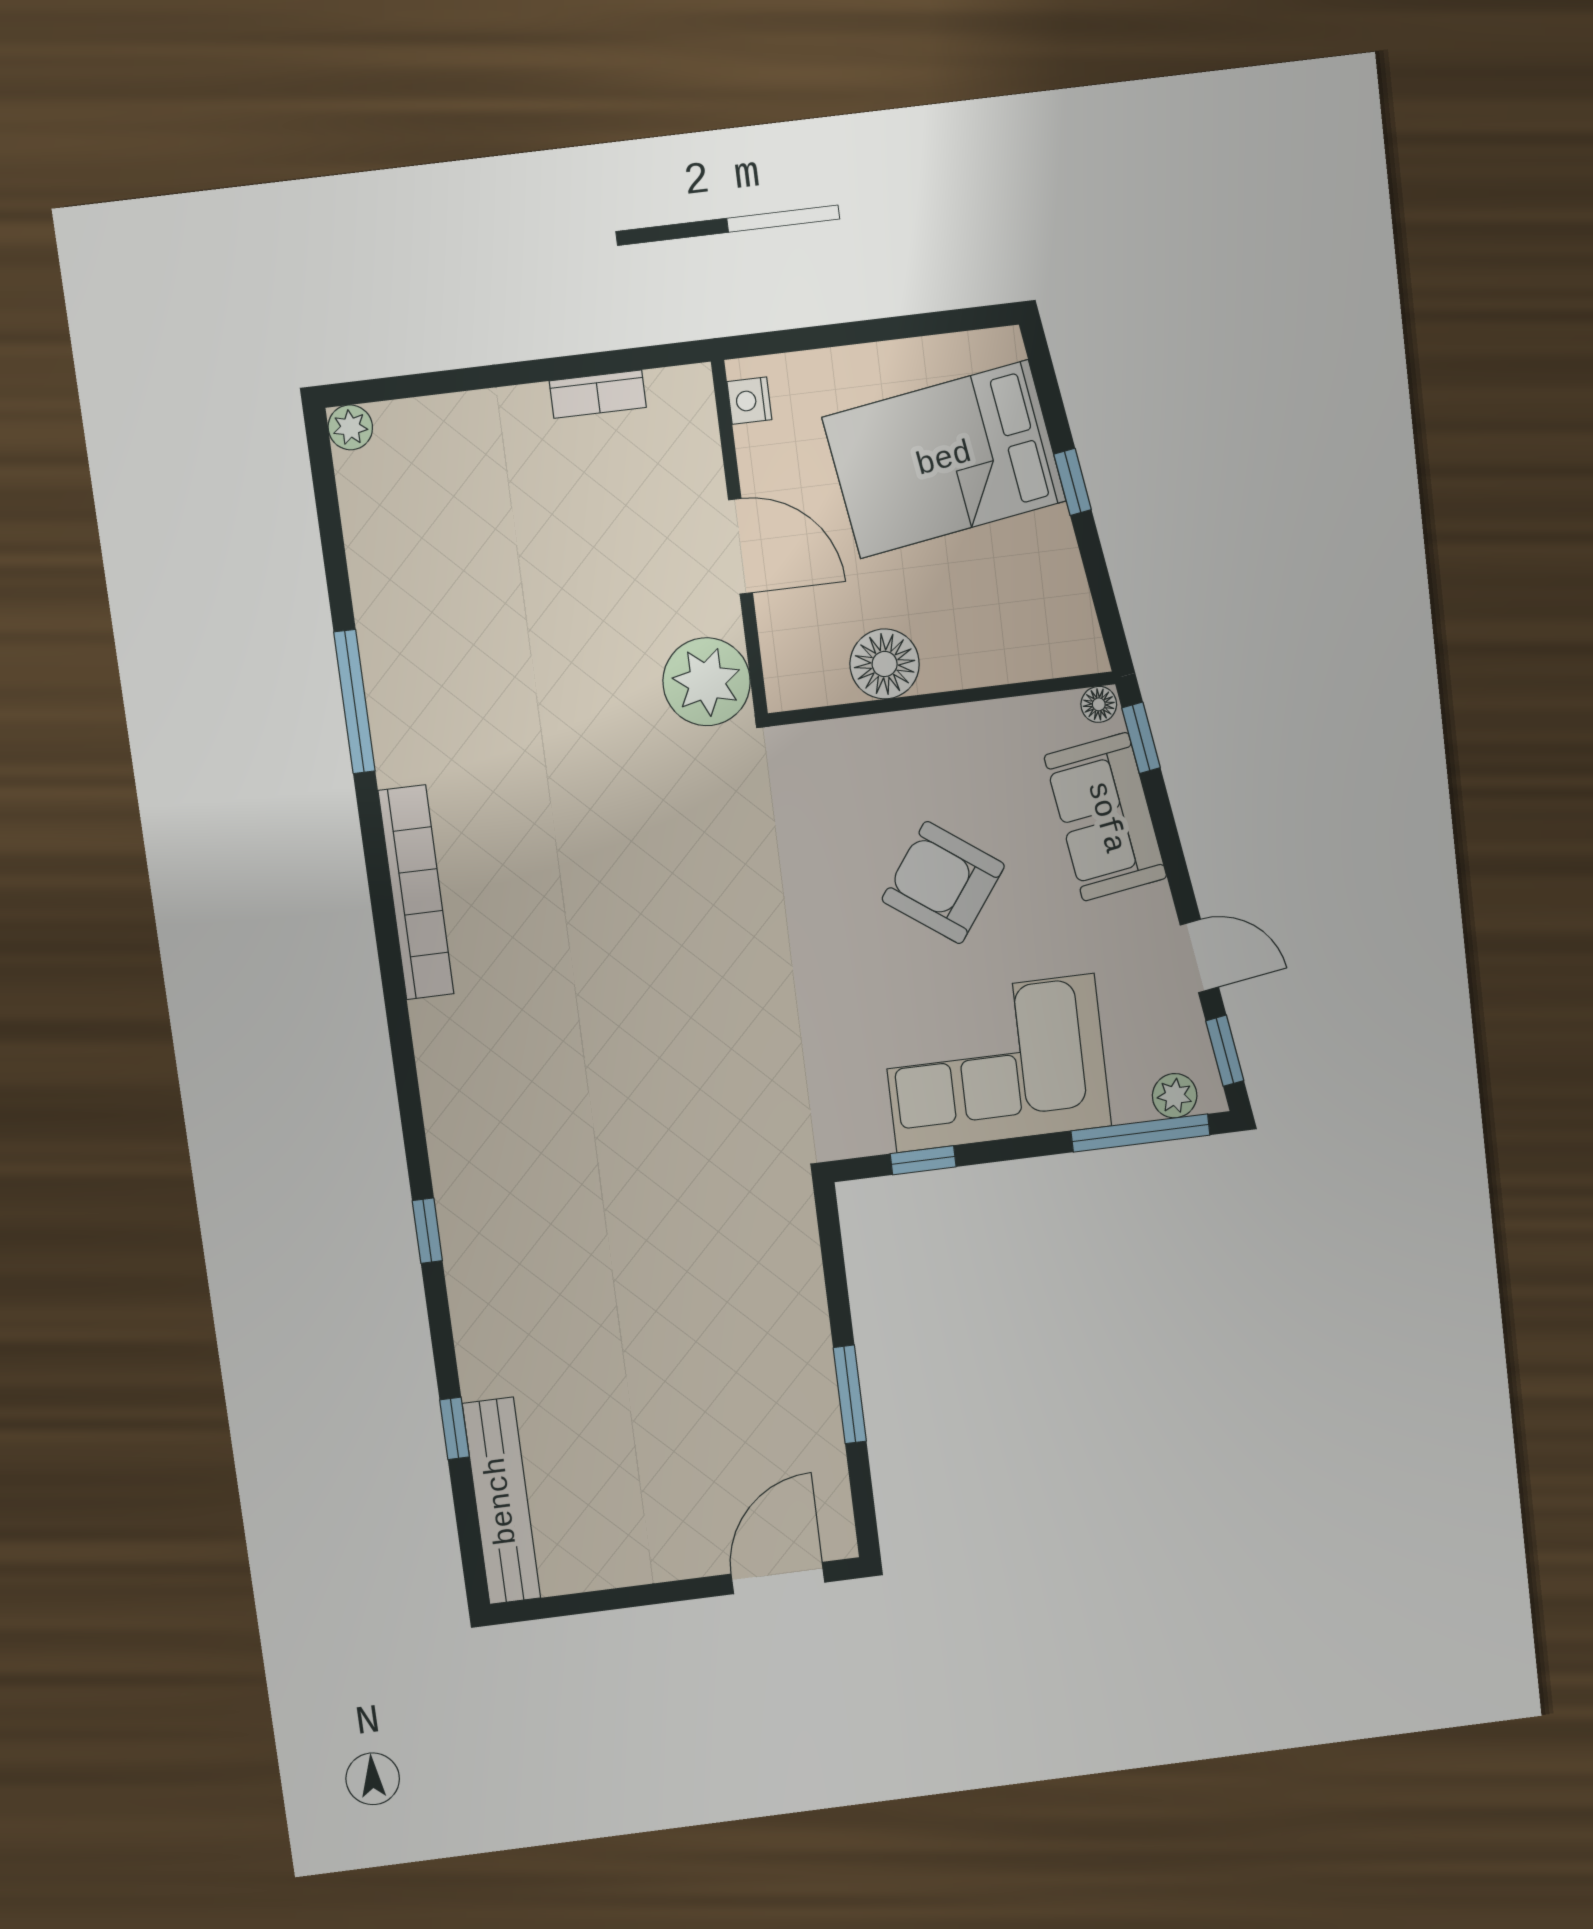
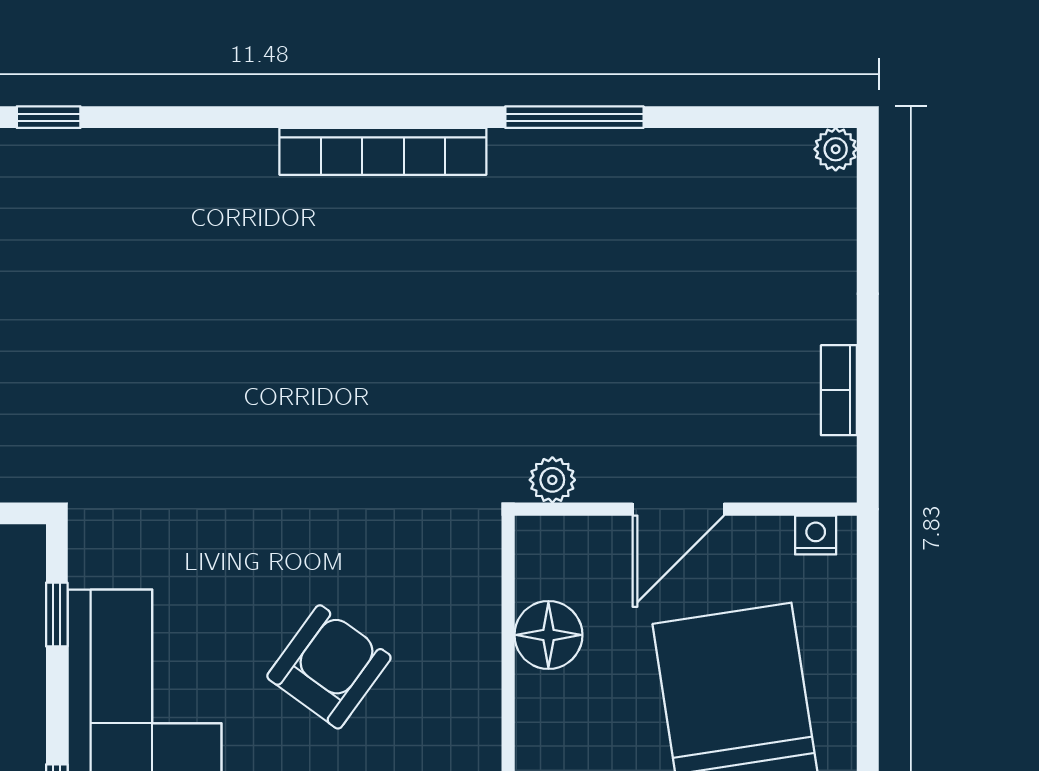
plant: (707, 682) -> (552, 480), width x0.53, depth x0.53

